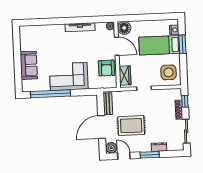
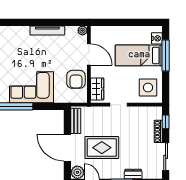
floor lamp: (124, 28) -> (99, 33), removed
window: (182, 44) -> (166, 55), width x1.44
door: (102, 127) -> (67, 148), hinge flipped

